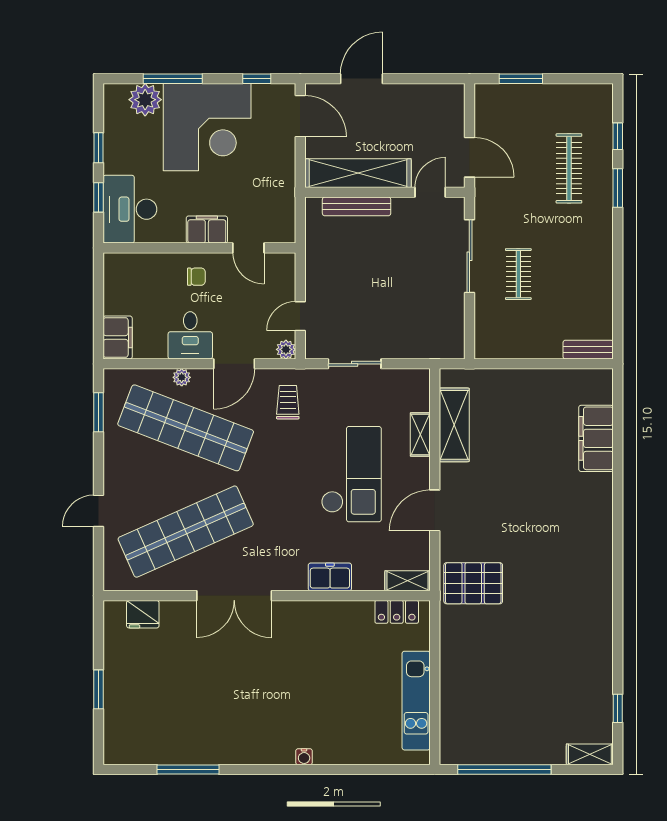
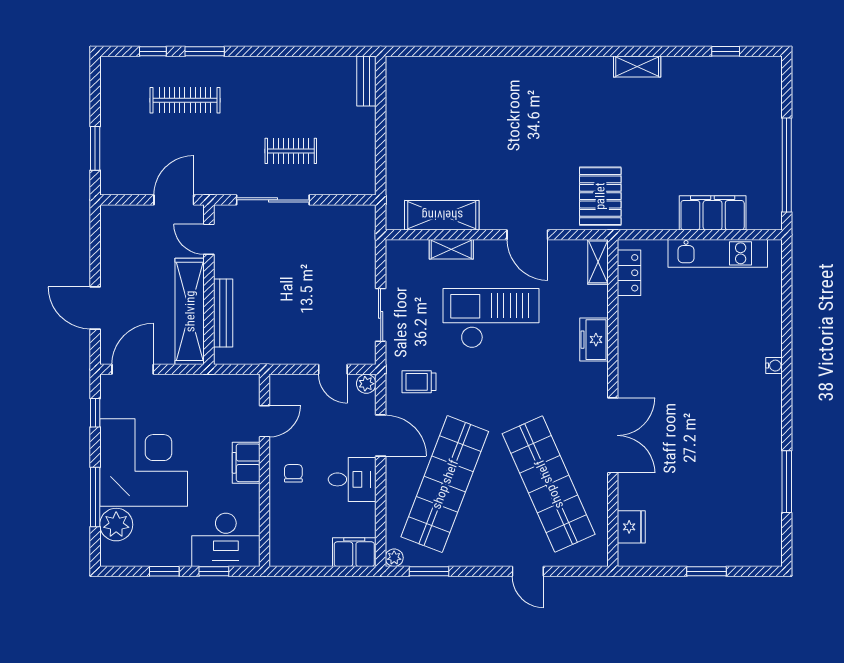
plant: (182, 377) -> (394, 558), moved
filing cabinet: (596, 438) -> (713, 213), moved, turned 180
shelving: (590, 754) -> (637, 67), moved, turned 90

